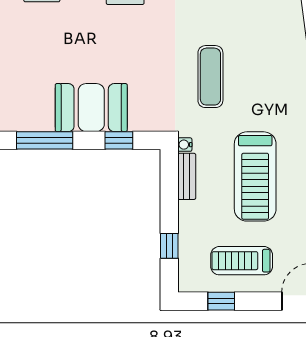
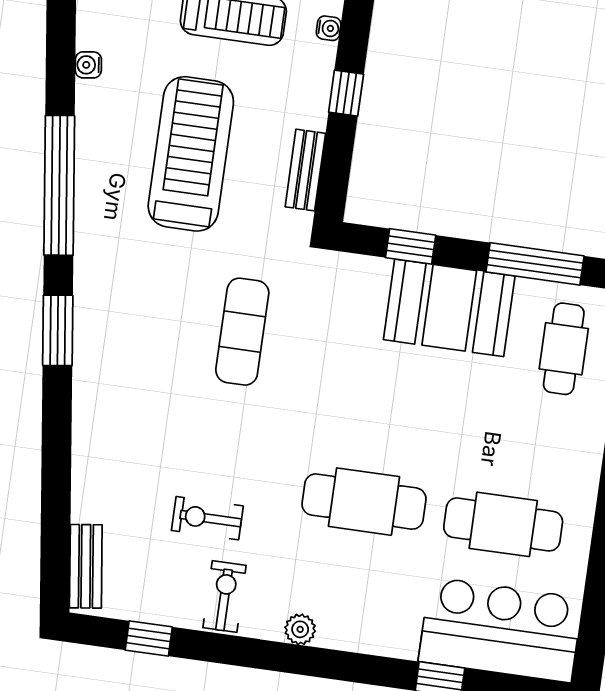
cafe table: (21, 93) -> (564, 349), added
water cooler: (185, 145) -> (329, 28), moved
window: (169, 246) -> (346, 93), moved

